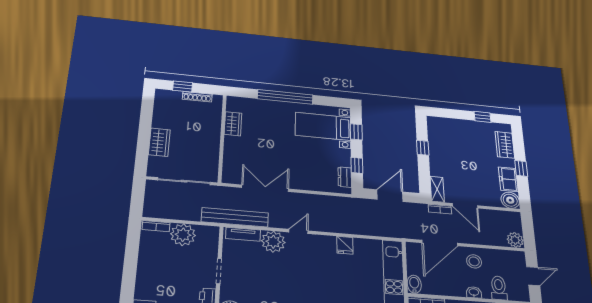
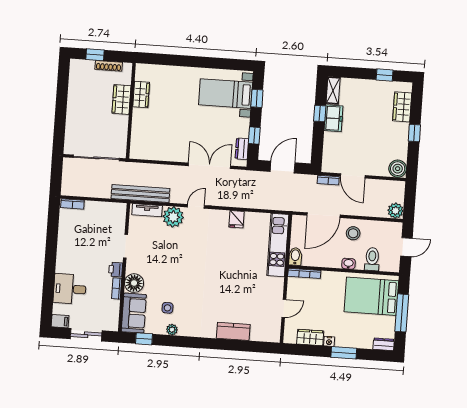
window: (285, 97) -> (191, 61), removed
wardrobe: (159, 142) -> (122, 100), moved, turned 180
freezer: (508, 179) -> (334, 118), moved, turned 180
double door: (265, 188) -> (209, 166), moved
shelving: (437, 189) -> (333, 90), moved
plant: (183, 235) -> (95, 212), removed

